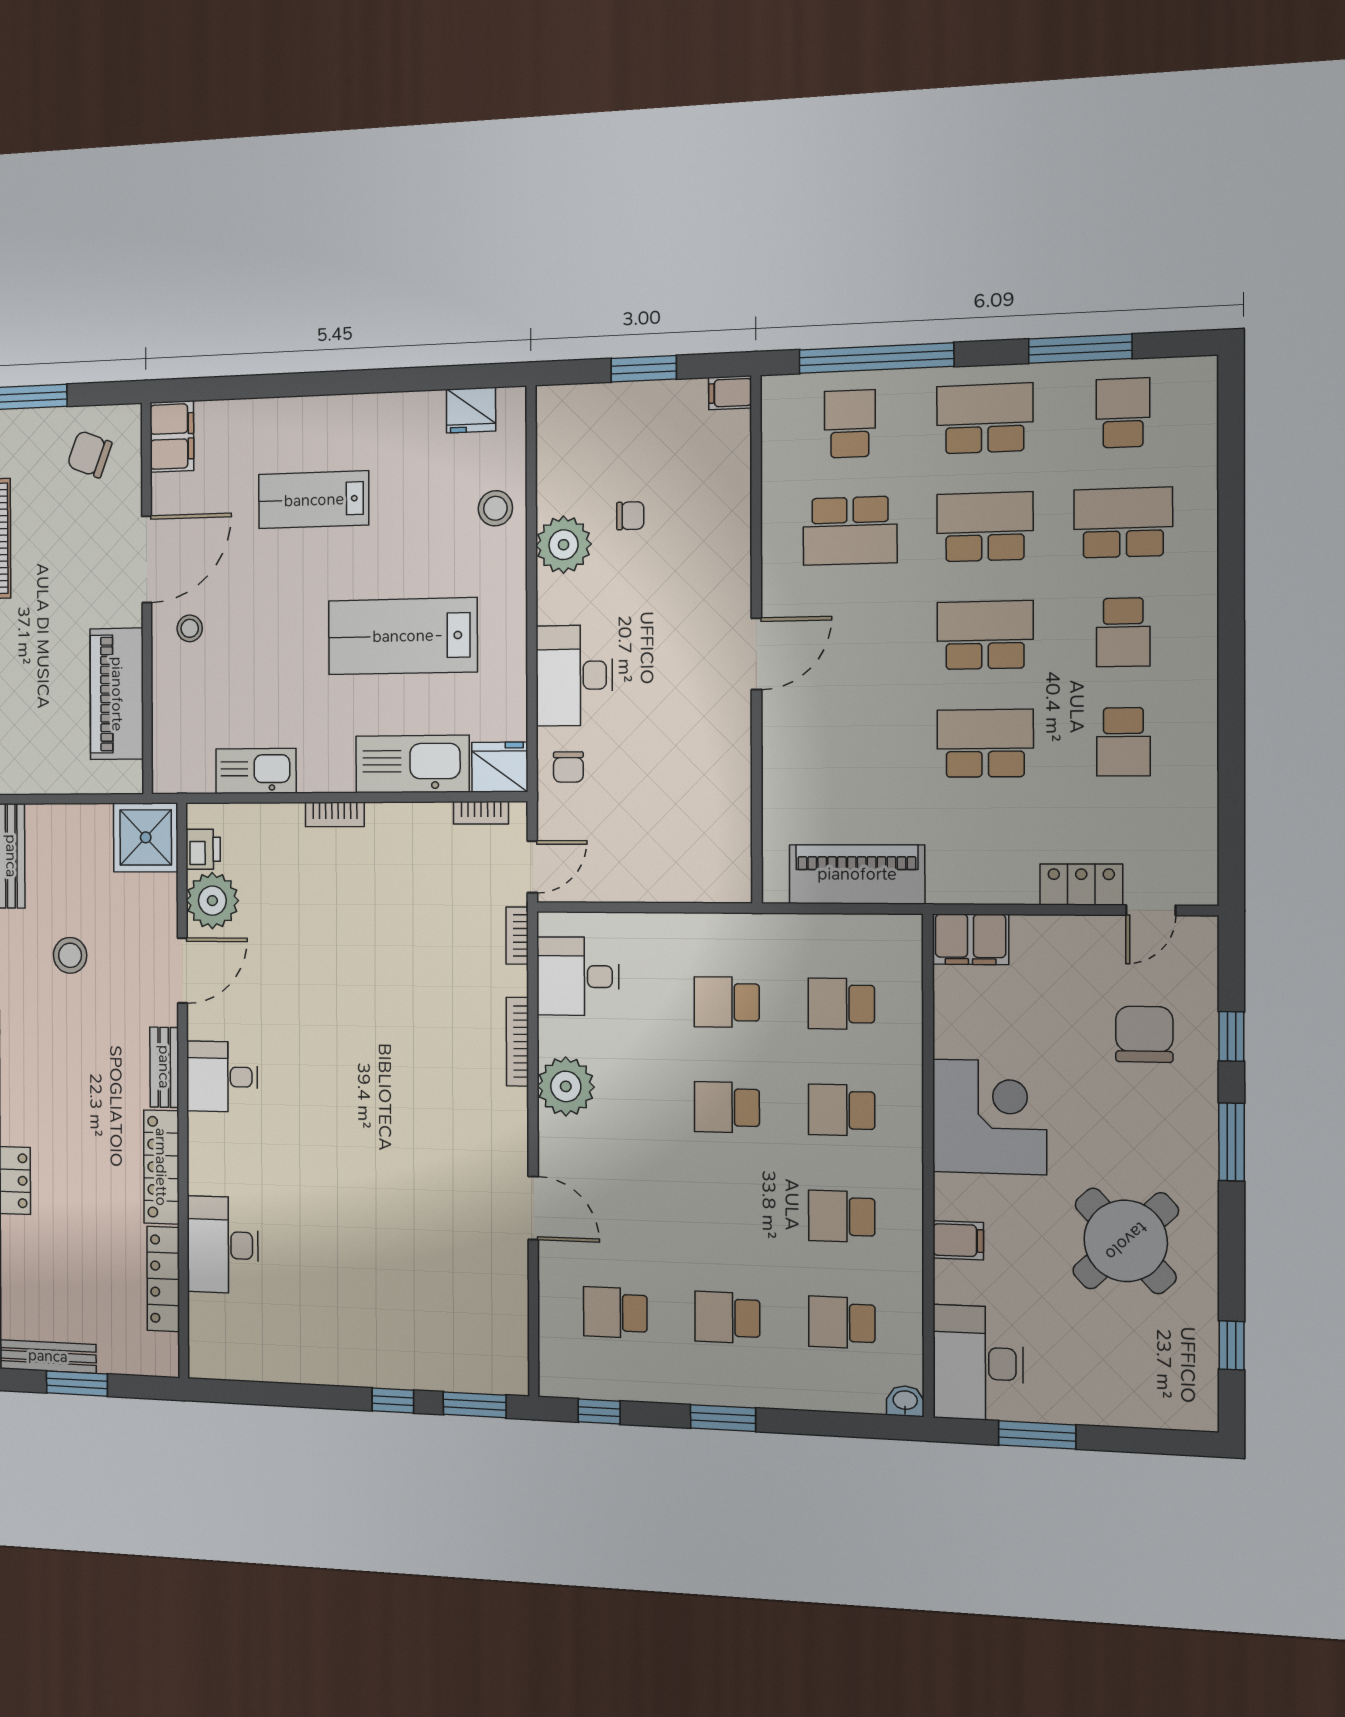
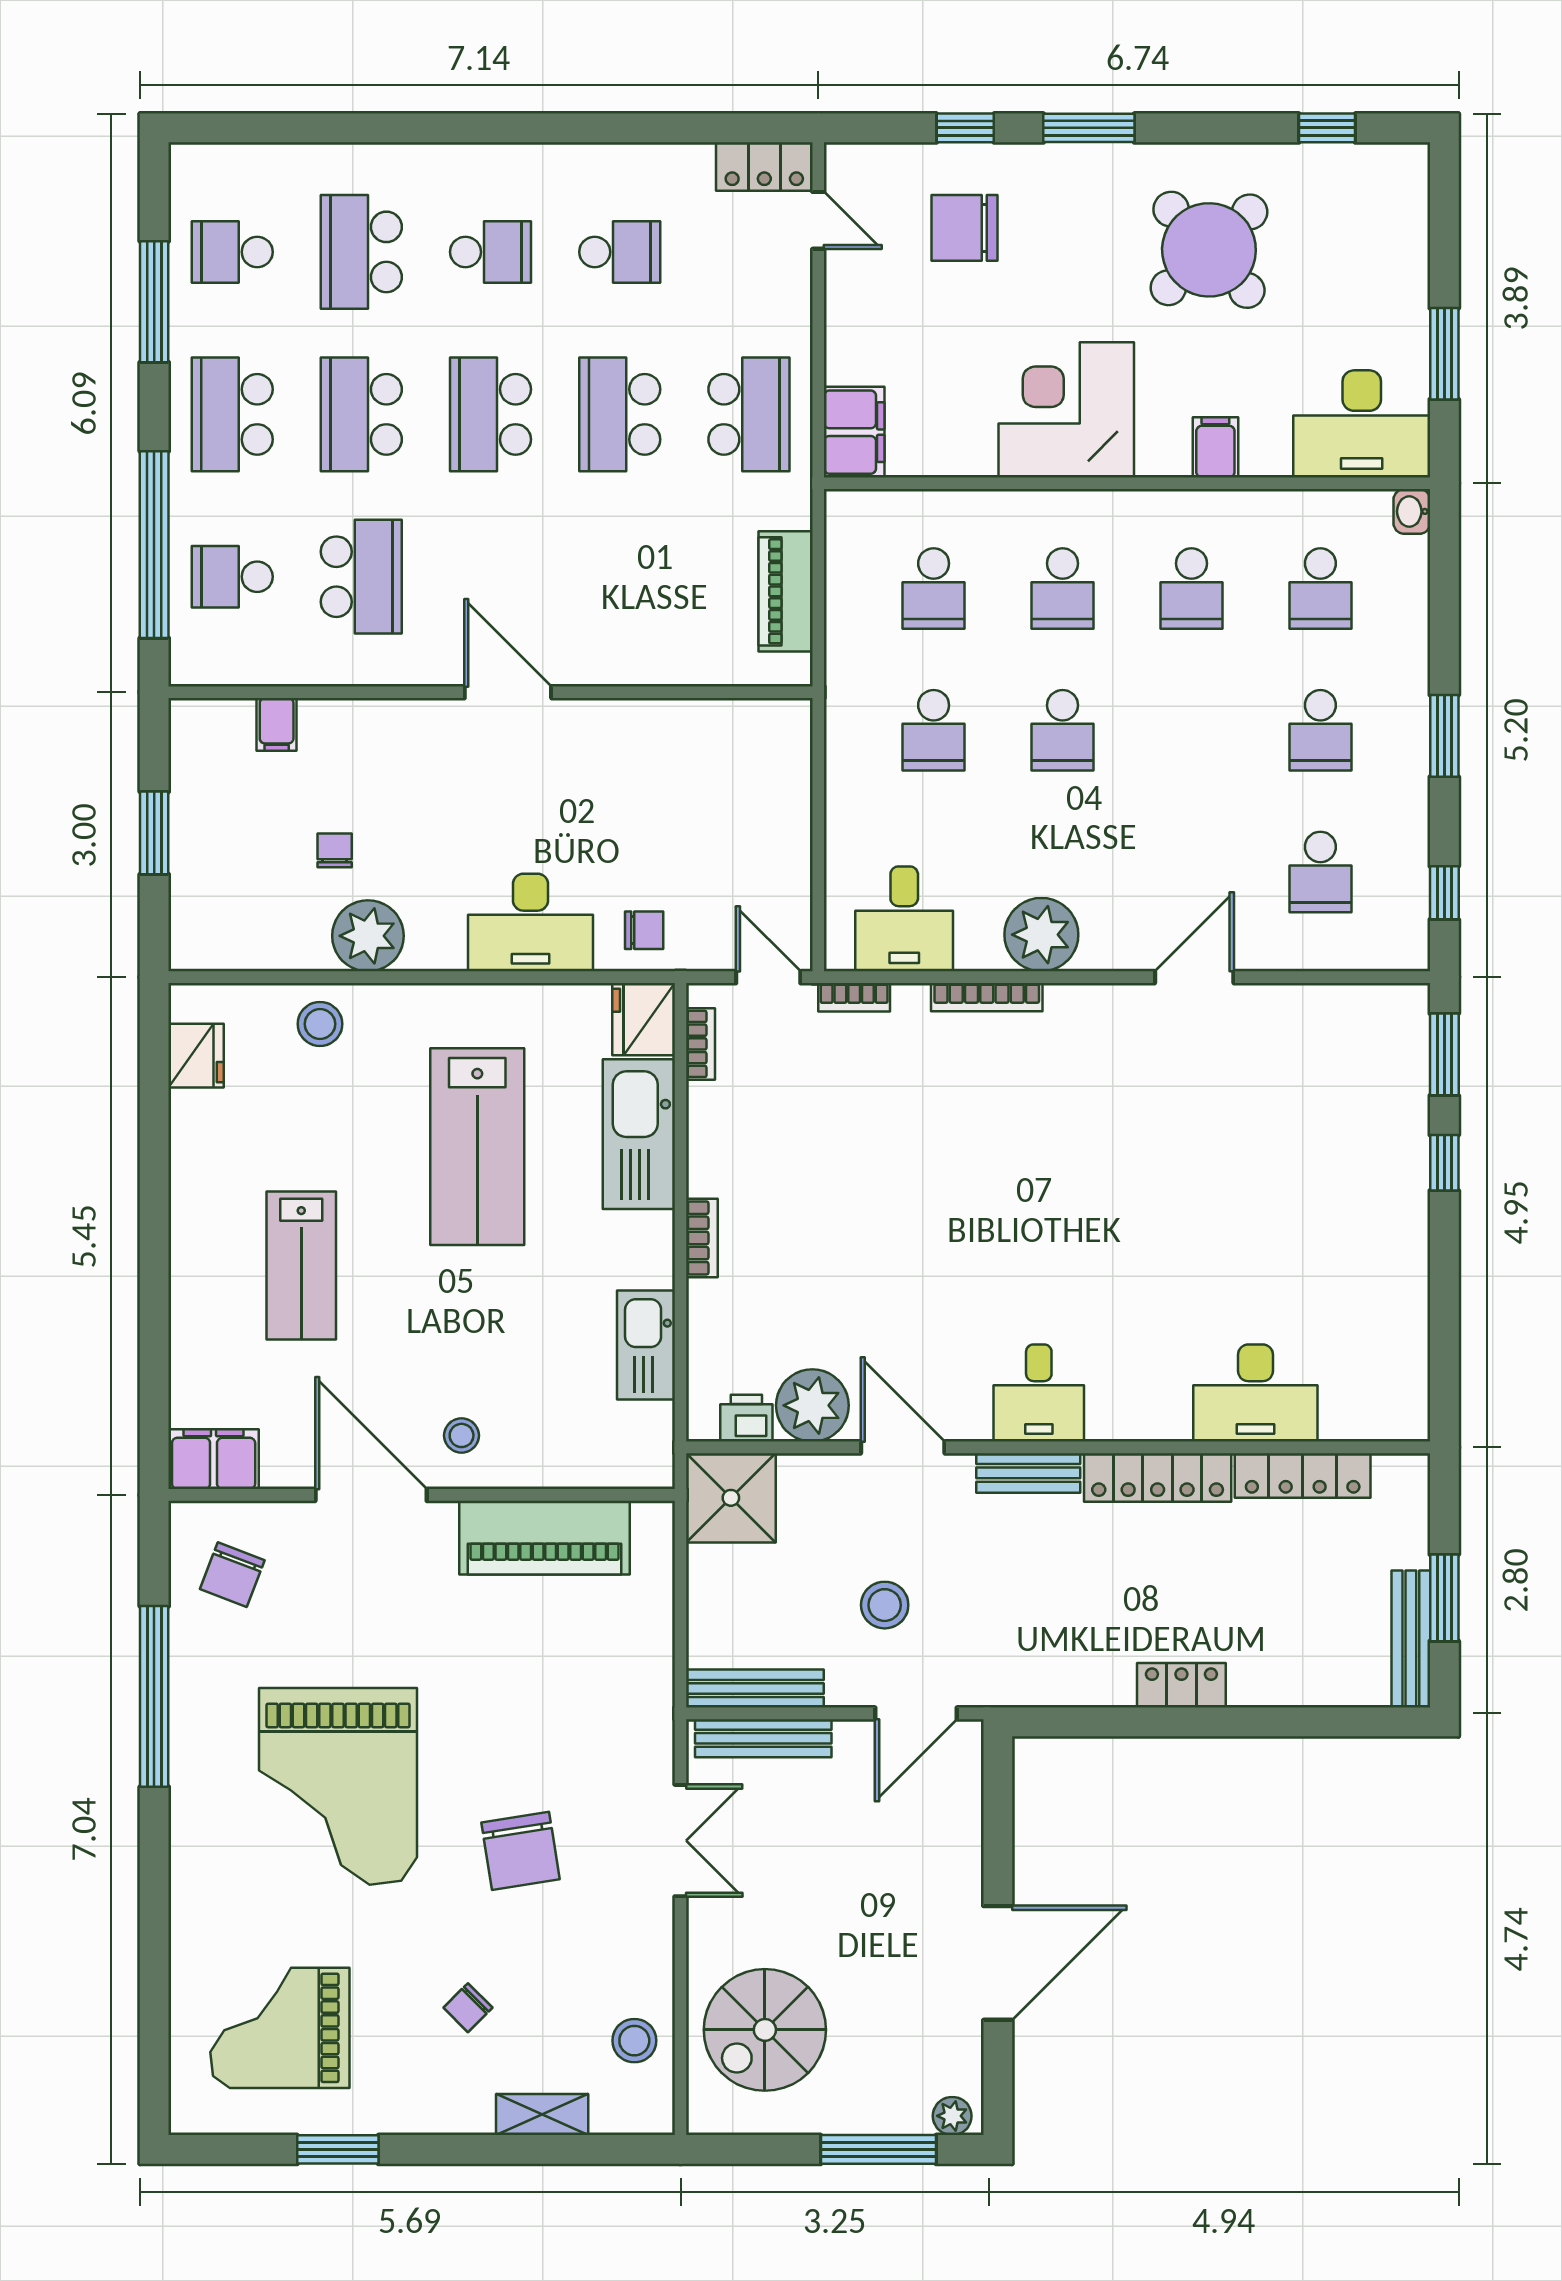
filing cabinet: (730, 393) -> (277, 724), moved
school desk: (985, 851) -> (749, 414), added
piano: (857, 874) -> (786, 591), width x0.73, depth x0.75
locker: (1081, 884) -> (764, 167), moved, turned -90

